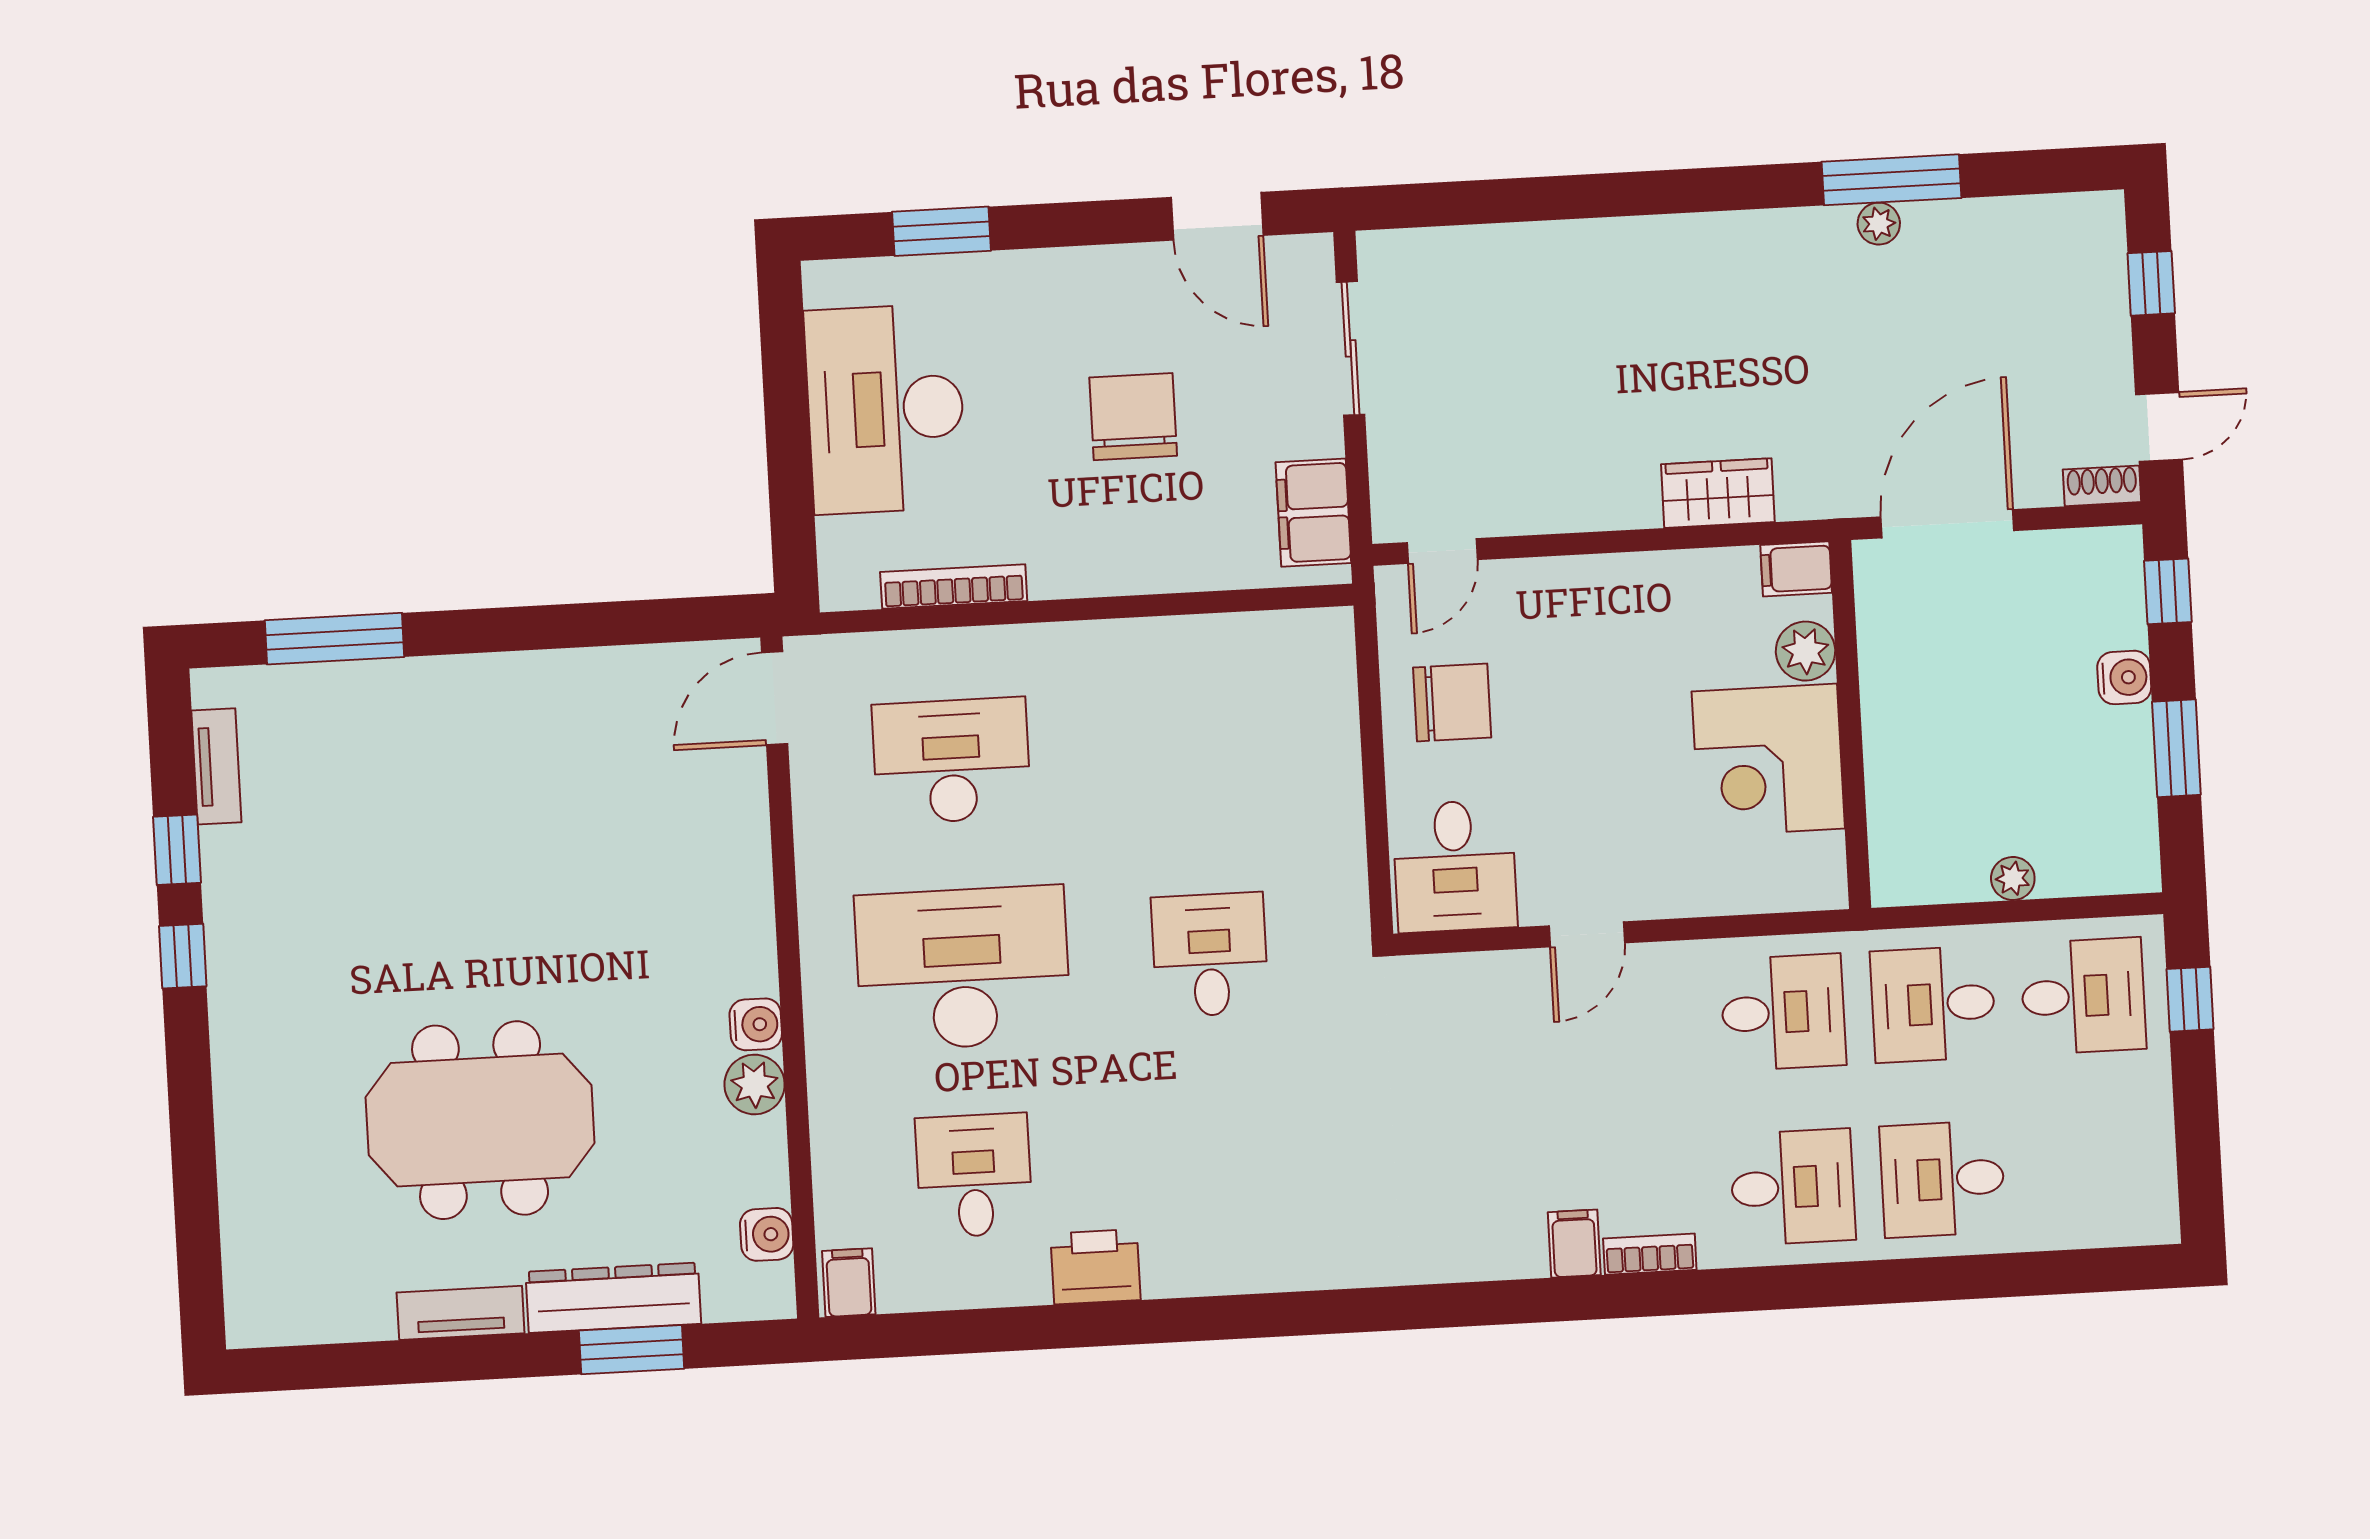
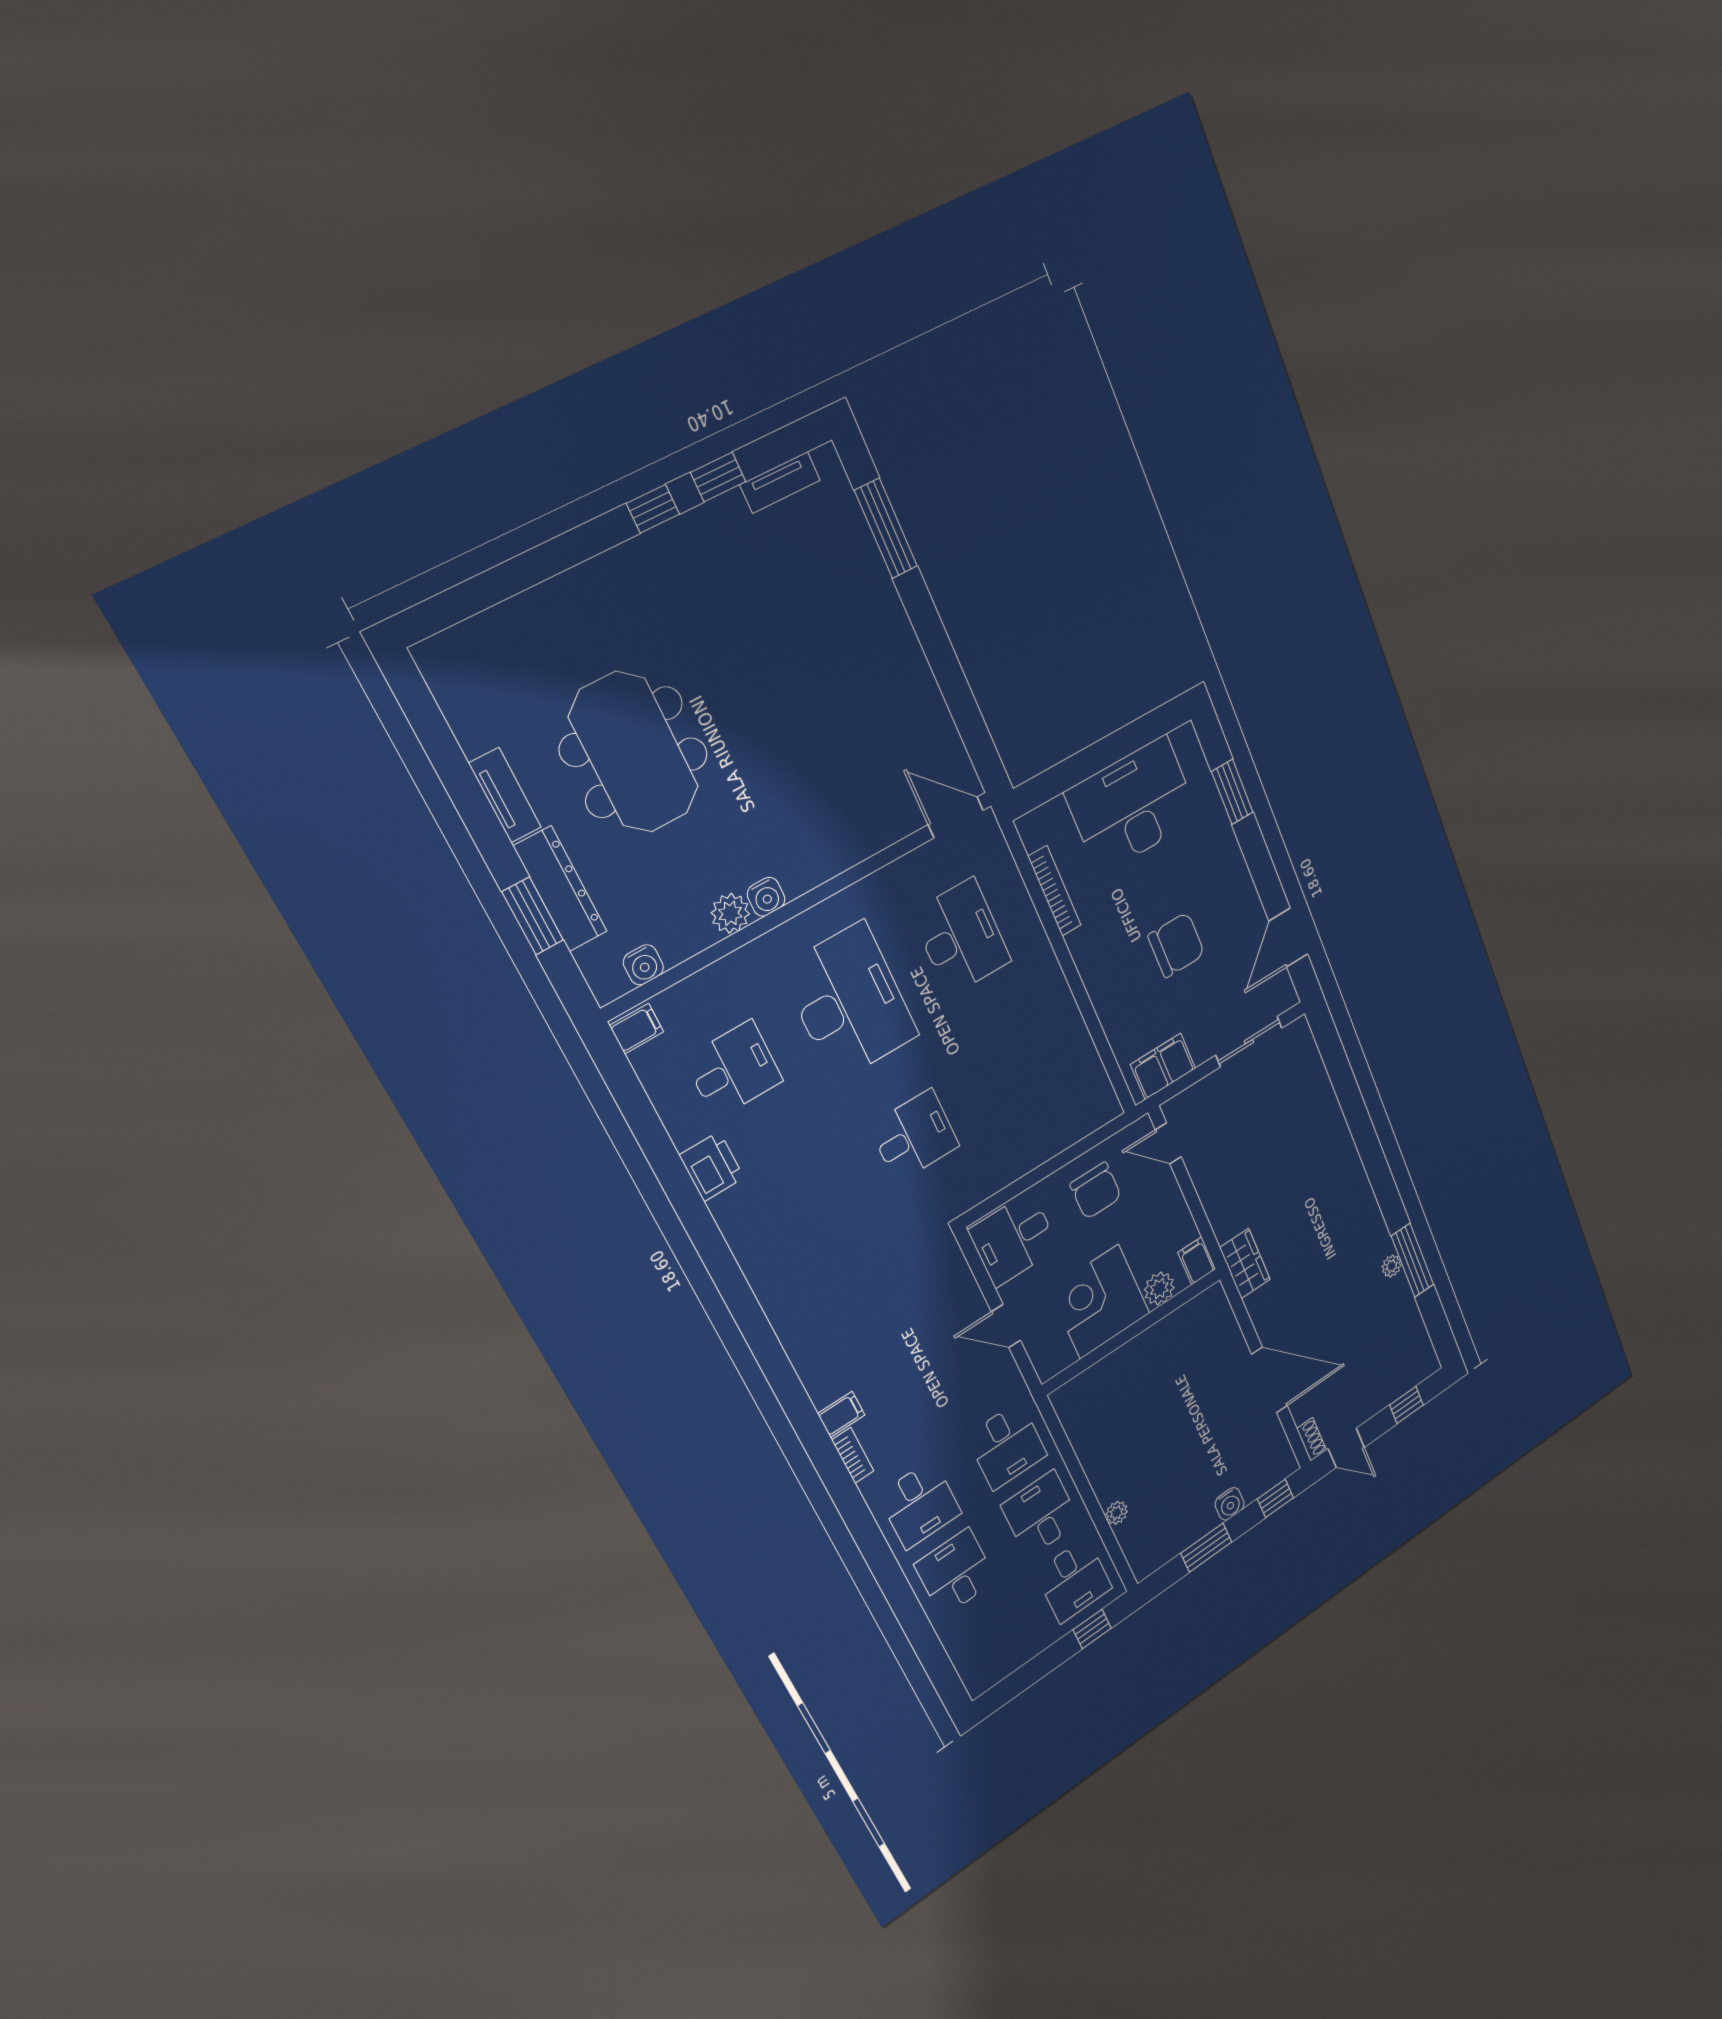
filing cabinet: (1796, 569) -> (1197, 1261), moved
plant: (1805, 651) -> (1159, 1289), moved
wall: (1850, 725) -> (1132, 1331), moved
corner desk: (1768, 760) -> (1099, 1302), moved

